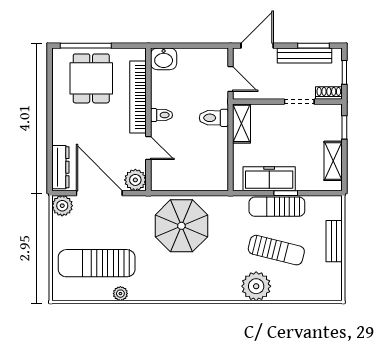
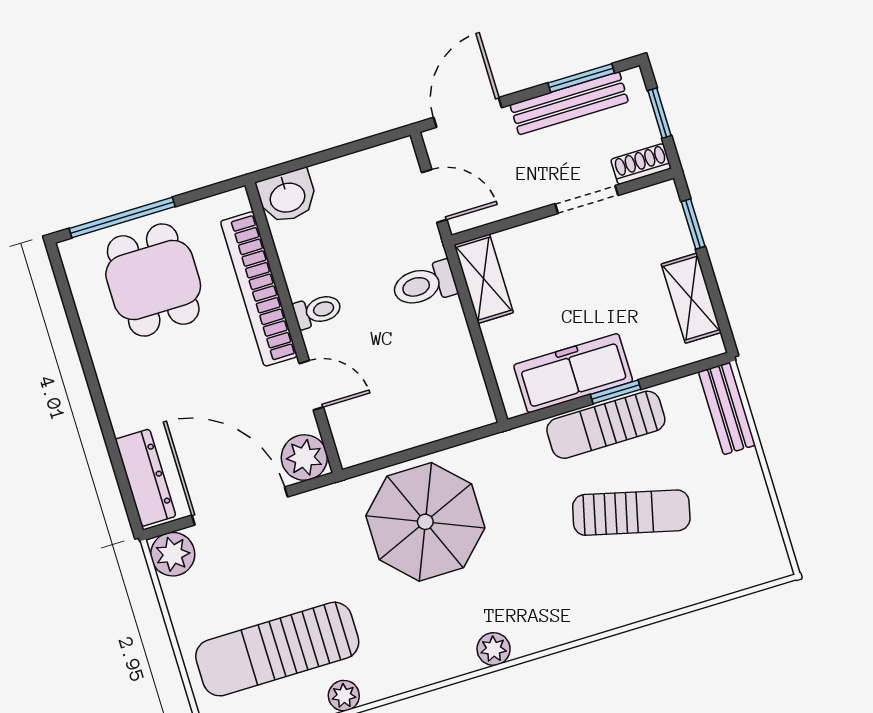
bench: (334, 241) -> (727, 408), moved
plant: (256, 286) -> (494, 649), moved, width x0.53, depth x0.53

